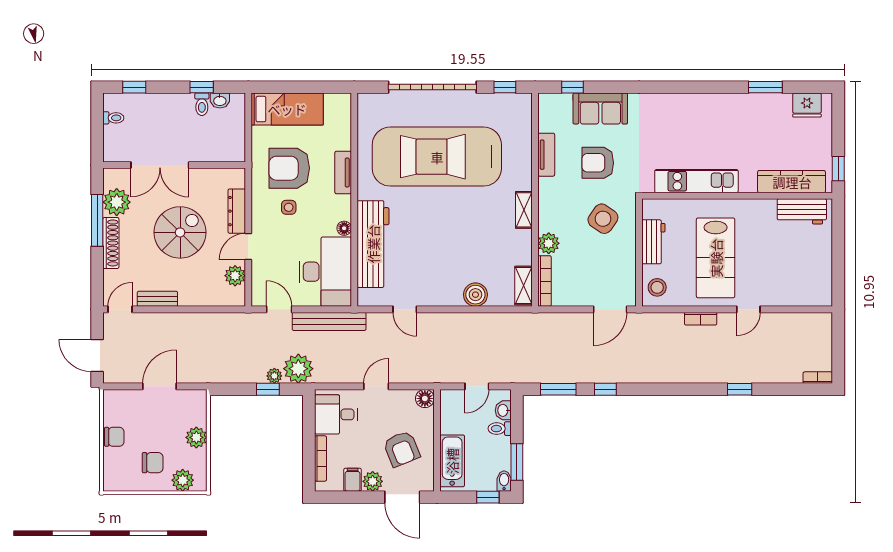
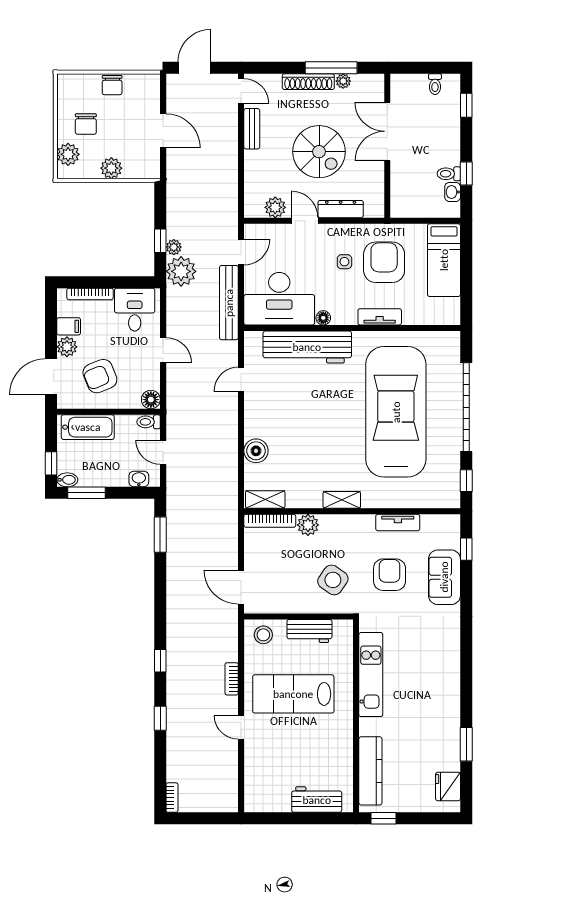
plant: (117, 202) -> (343, 81), width x0.53, depth x0.53
workbench: (802, 211) -> (317, 800), moved, turned 90
window: (605, 389) -> (160, 661), moved
toilet: (500, 429) -> (149, 422), moved, turned -90

